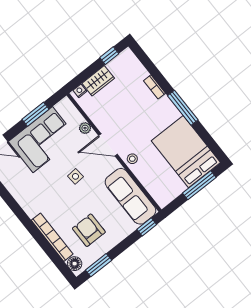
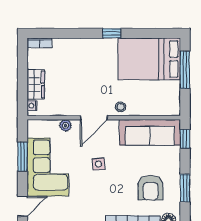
window: (109, 56) -> (23, 59), removed
bookcase: (155, 87) -> (39, 43), moved
window: (183, 108) -> (112, 33), width x0.46
armchair: (89, 230) -> (151, 188), turned -90
window: (99, 265) -> (185, 188), moved

